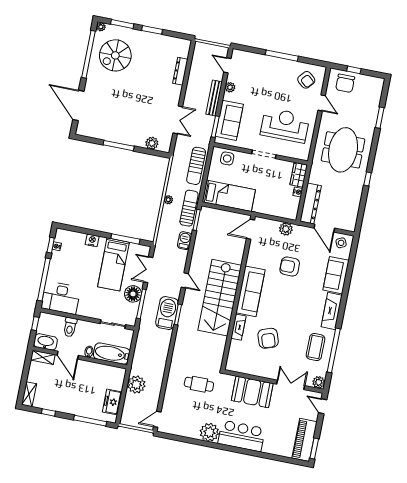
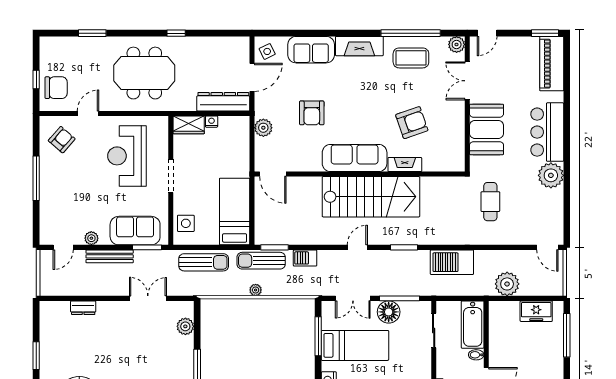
dresser: (180, 71) -> (83, 308), width x0.70
barbecue: (167, 313) -> (452, 262), moved
piano: (305, 440) -> (552, 64), moved, turned 90

